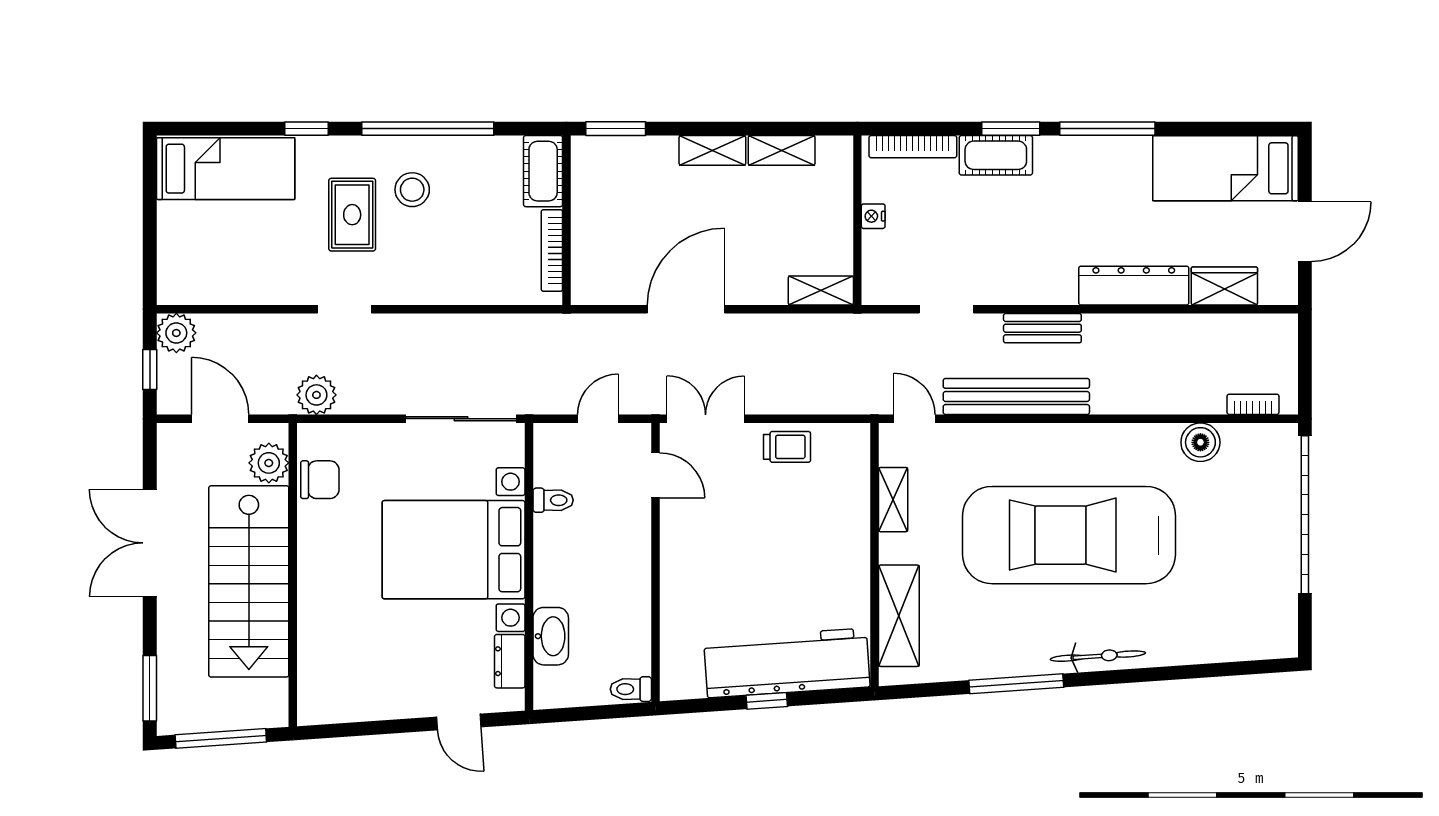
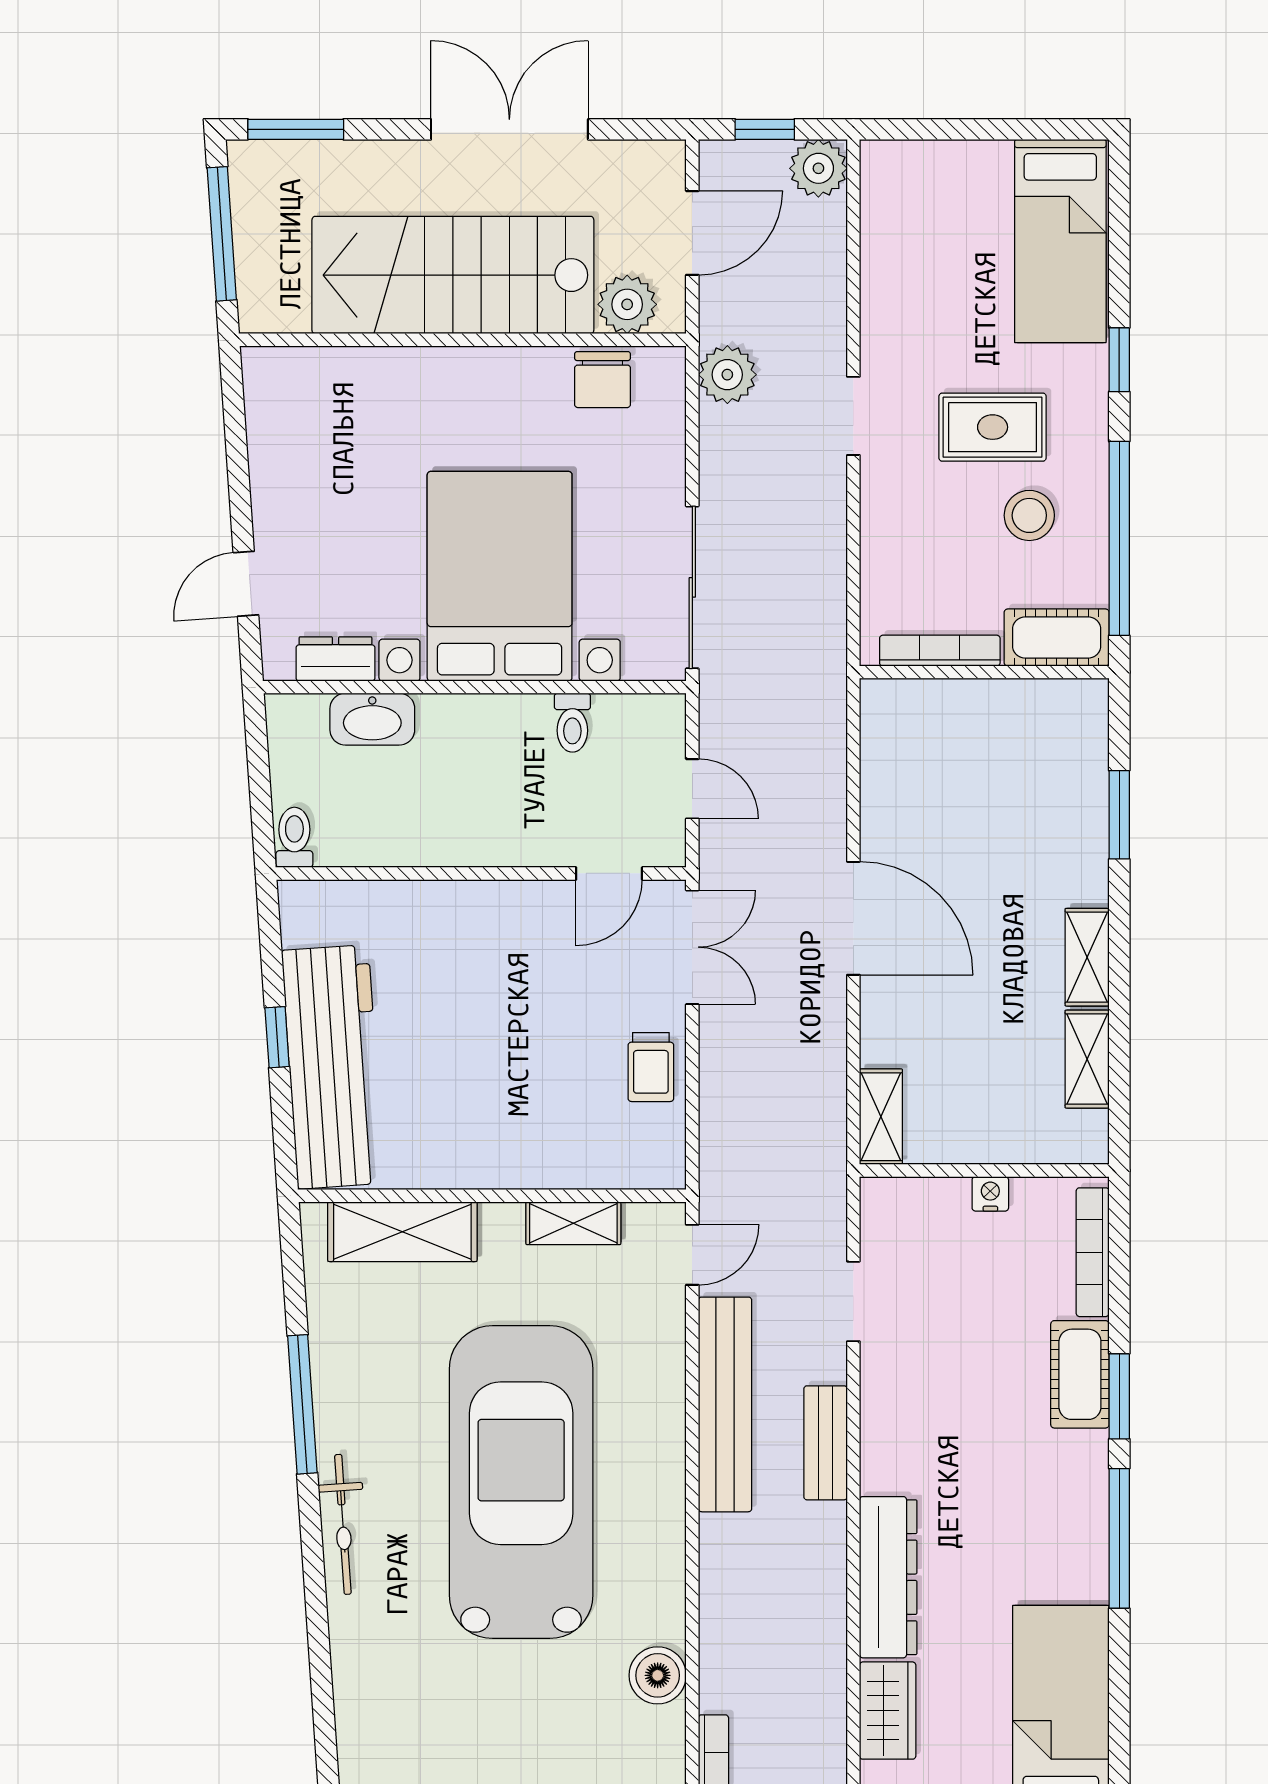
cot: (543, 171) -> (1057, 638), moved
wall: (567, 220) -> (984, 672), moved
bookcase: (552, 250) -> (940, 651), moved

